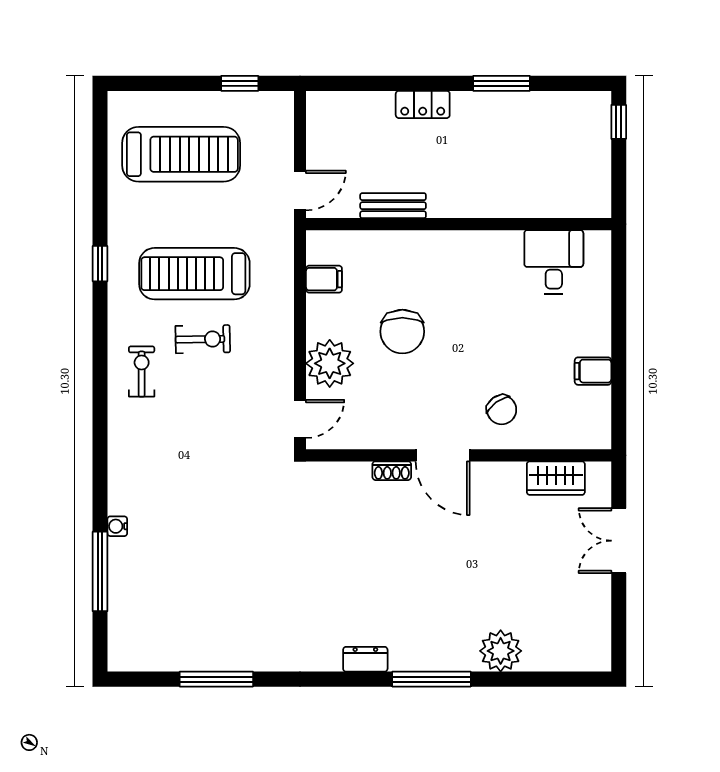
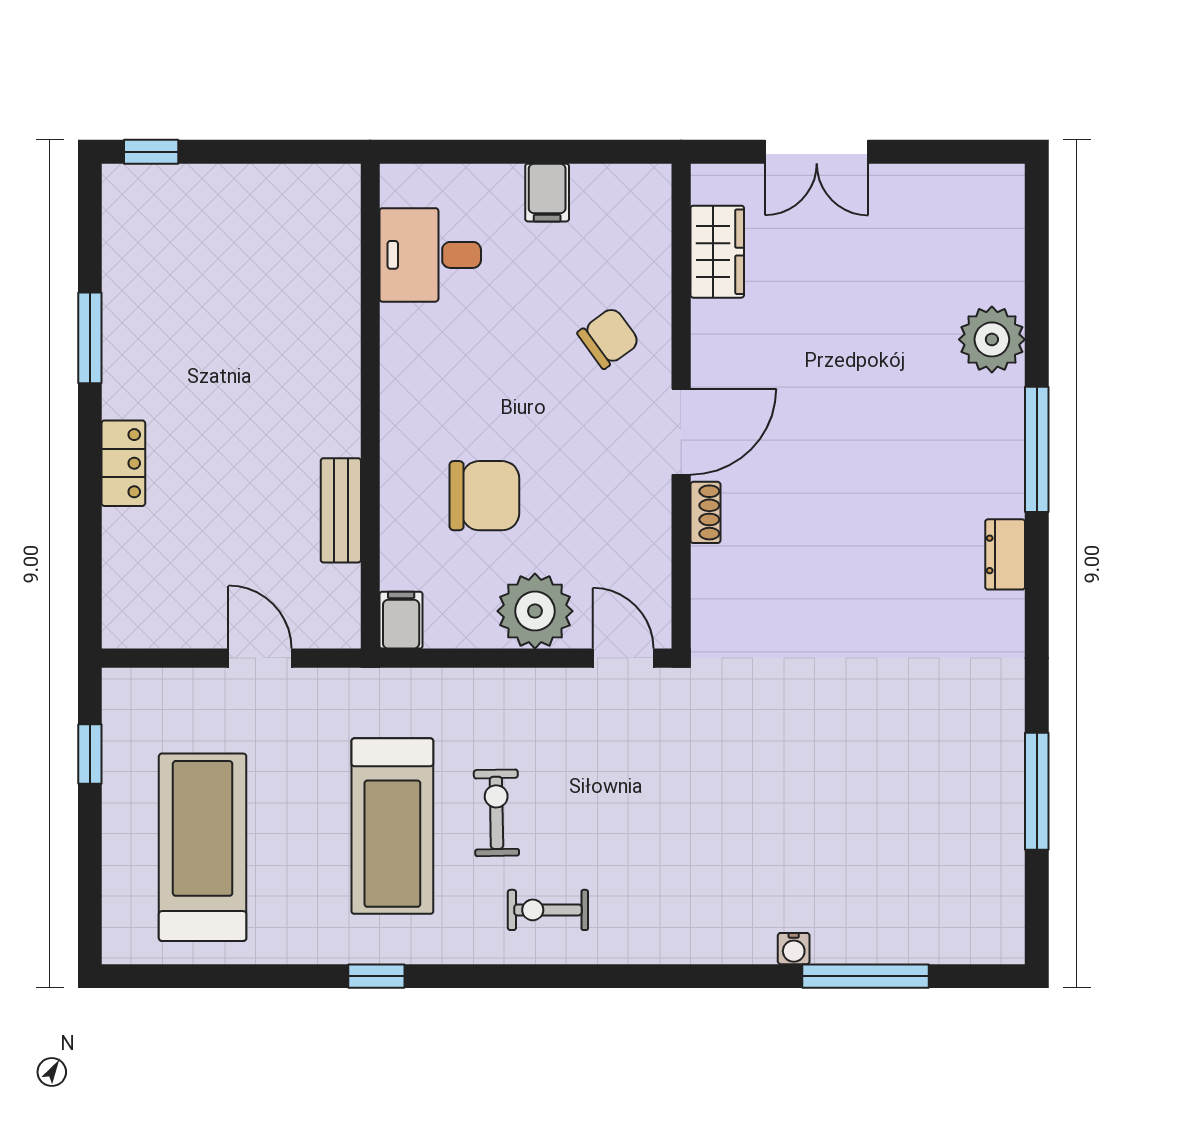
bench: (393, 206) -> (341, 510), moved
wall: (459, 224) -> (370, 406), moved
desk: (554, 262) -> (430, 255), moved

